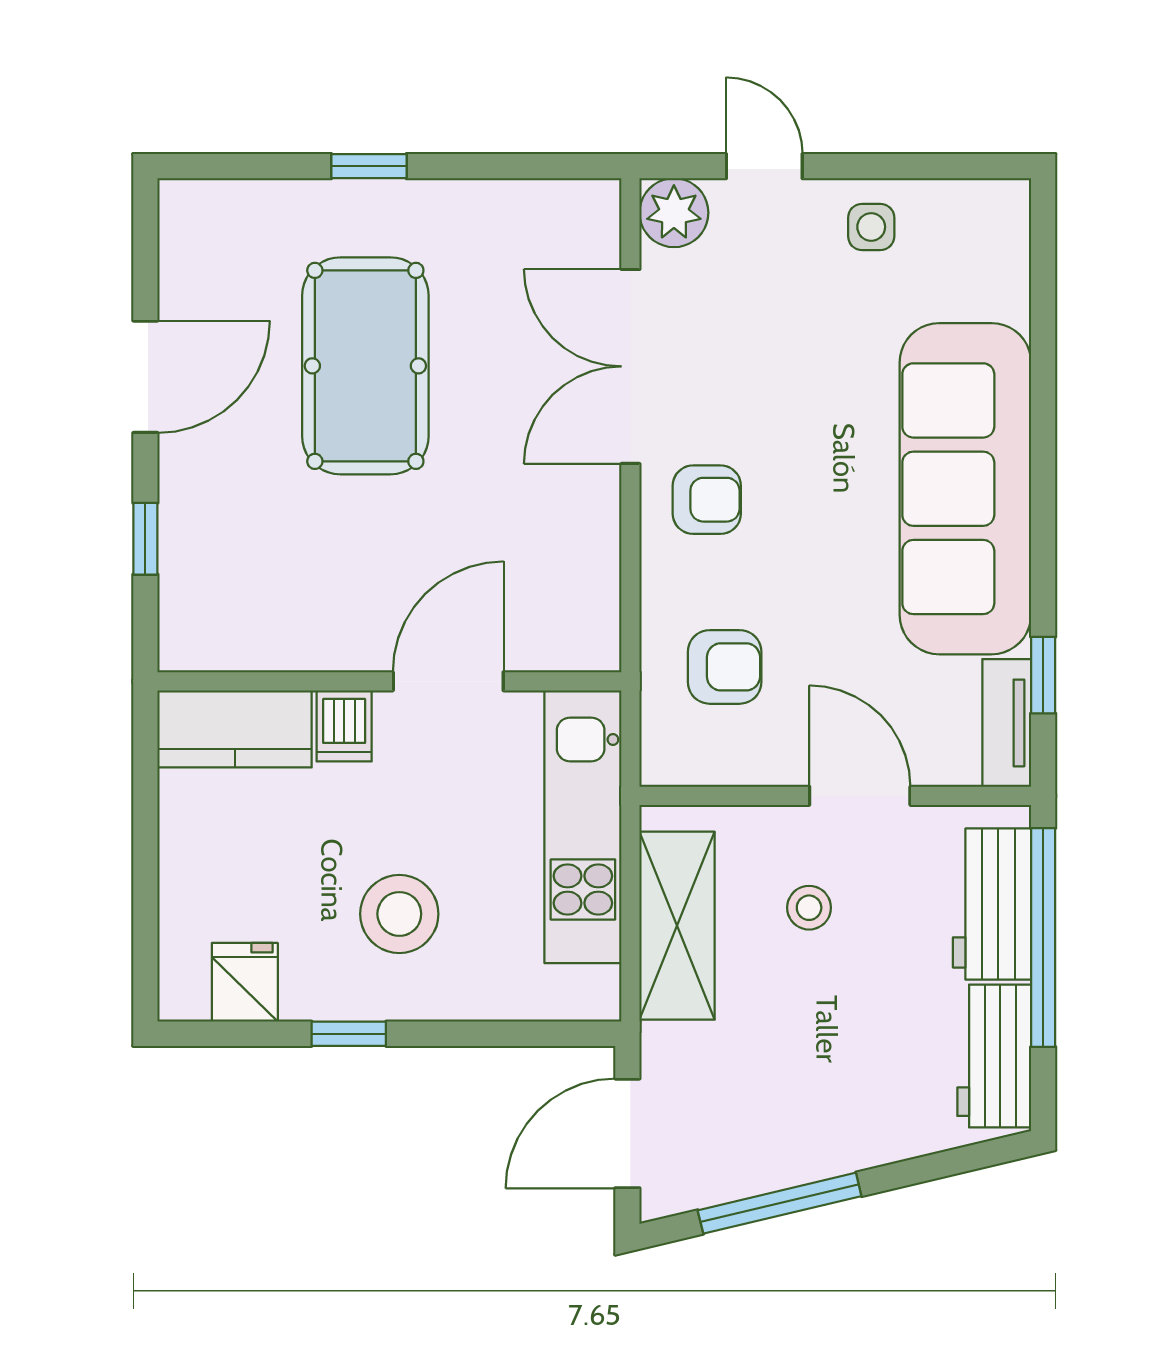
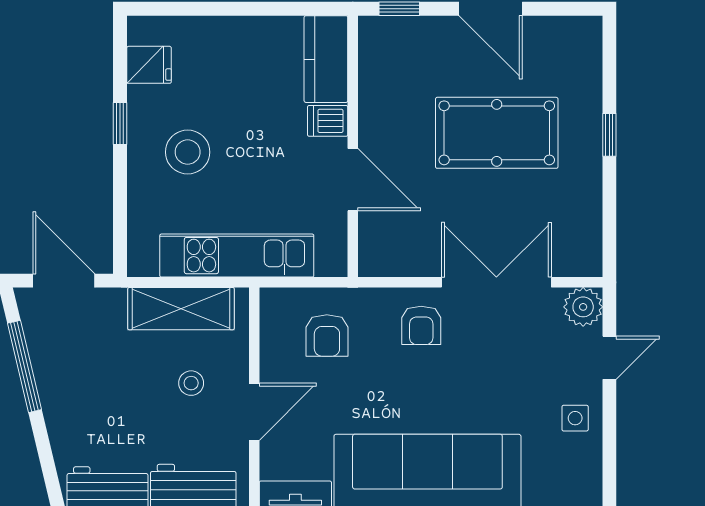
wall: (389, 681) -> (353, 146), moved
door: (448, 681) -> (353, 180), moved
dishwasher: (344, 726) -> (328, 121), moved
kitchen counter: (235, 729) -> (326, 59), moved

